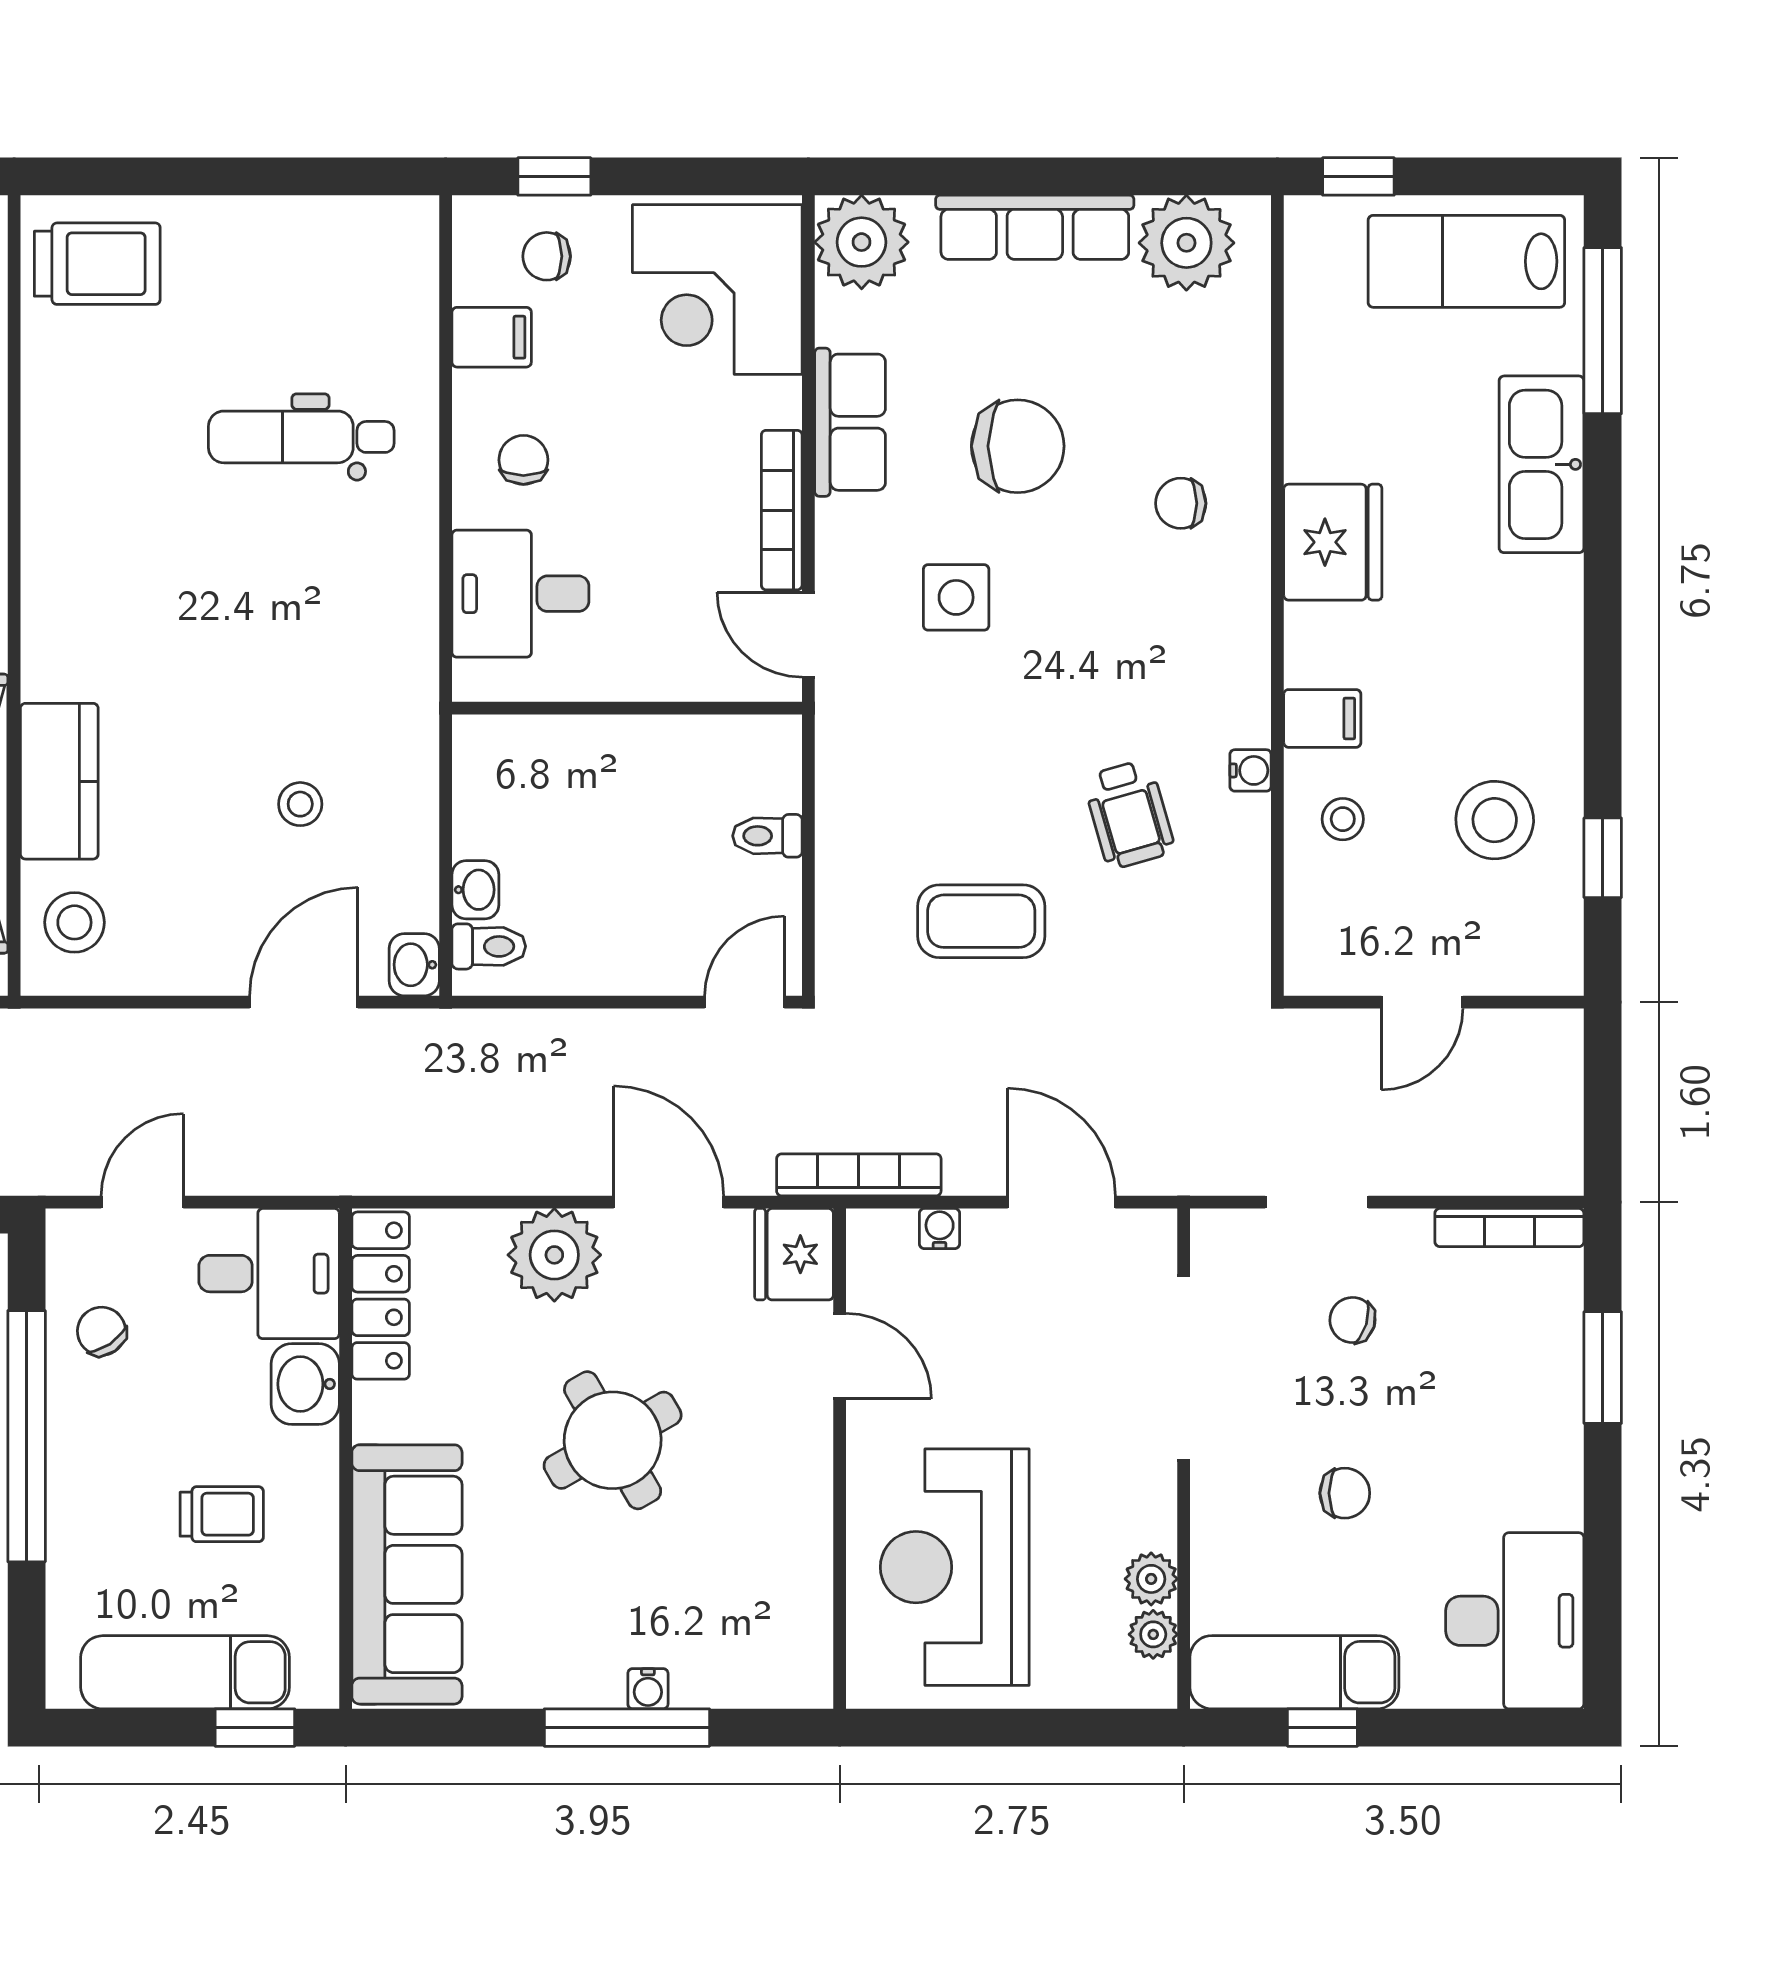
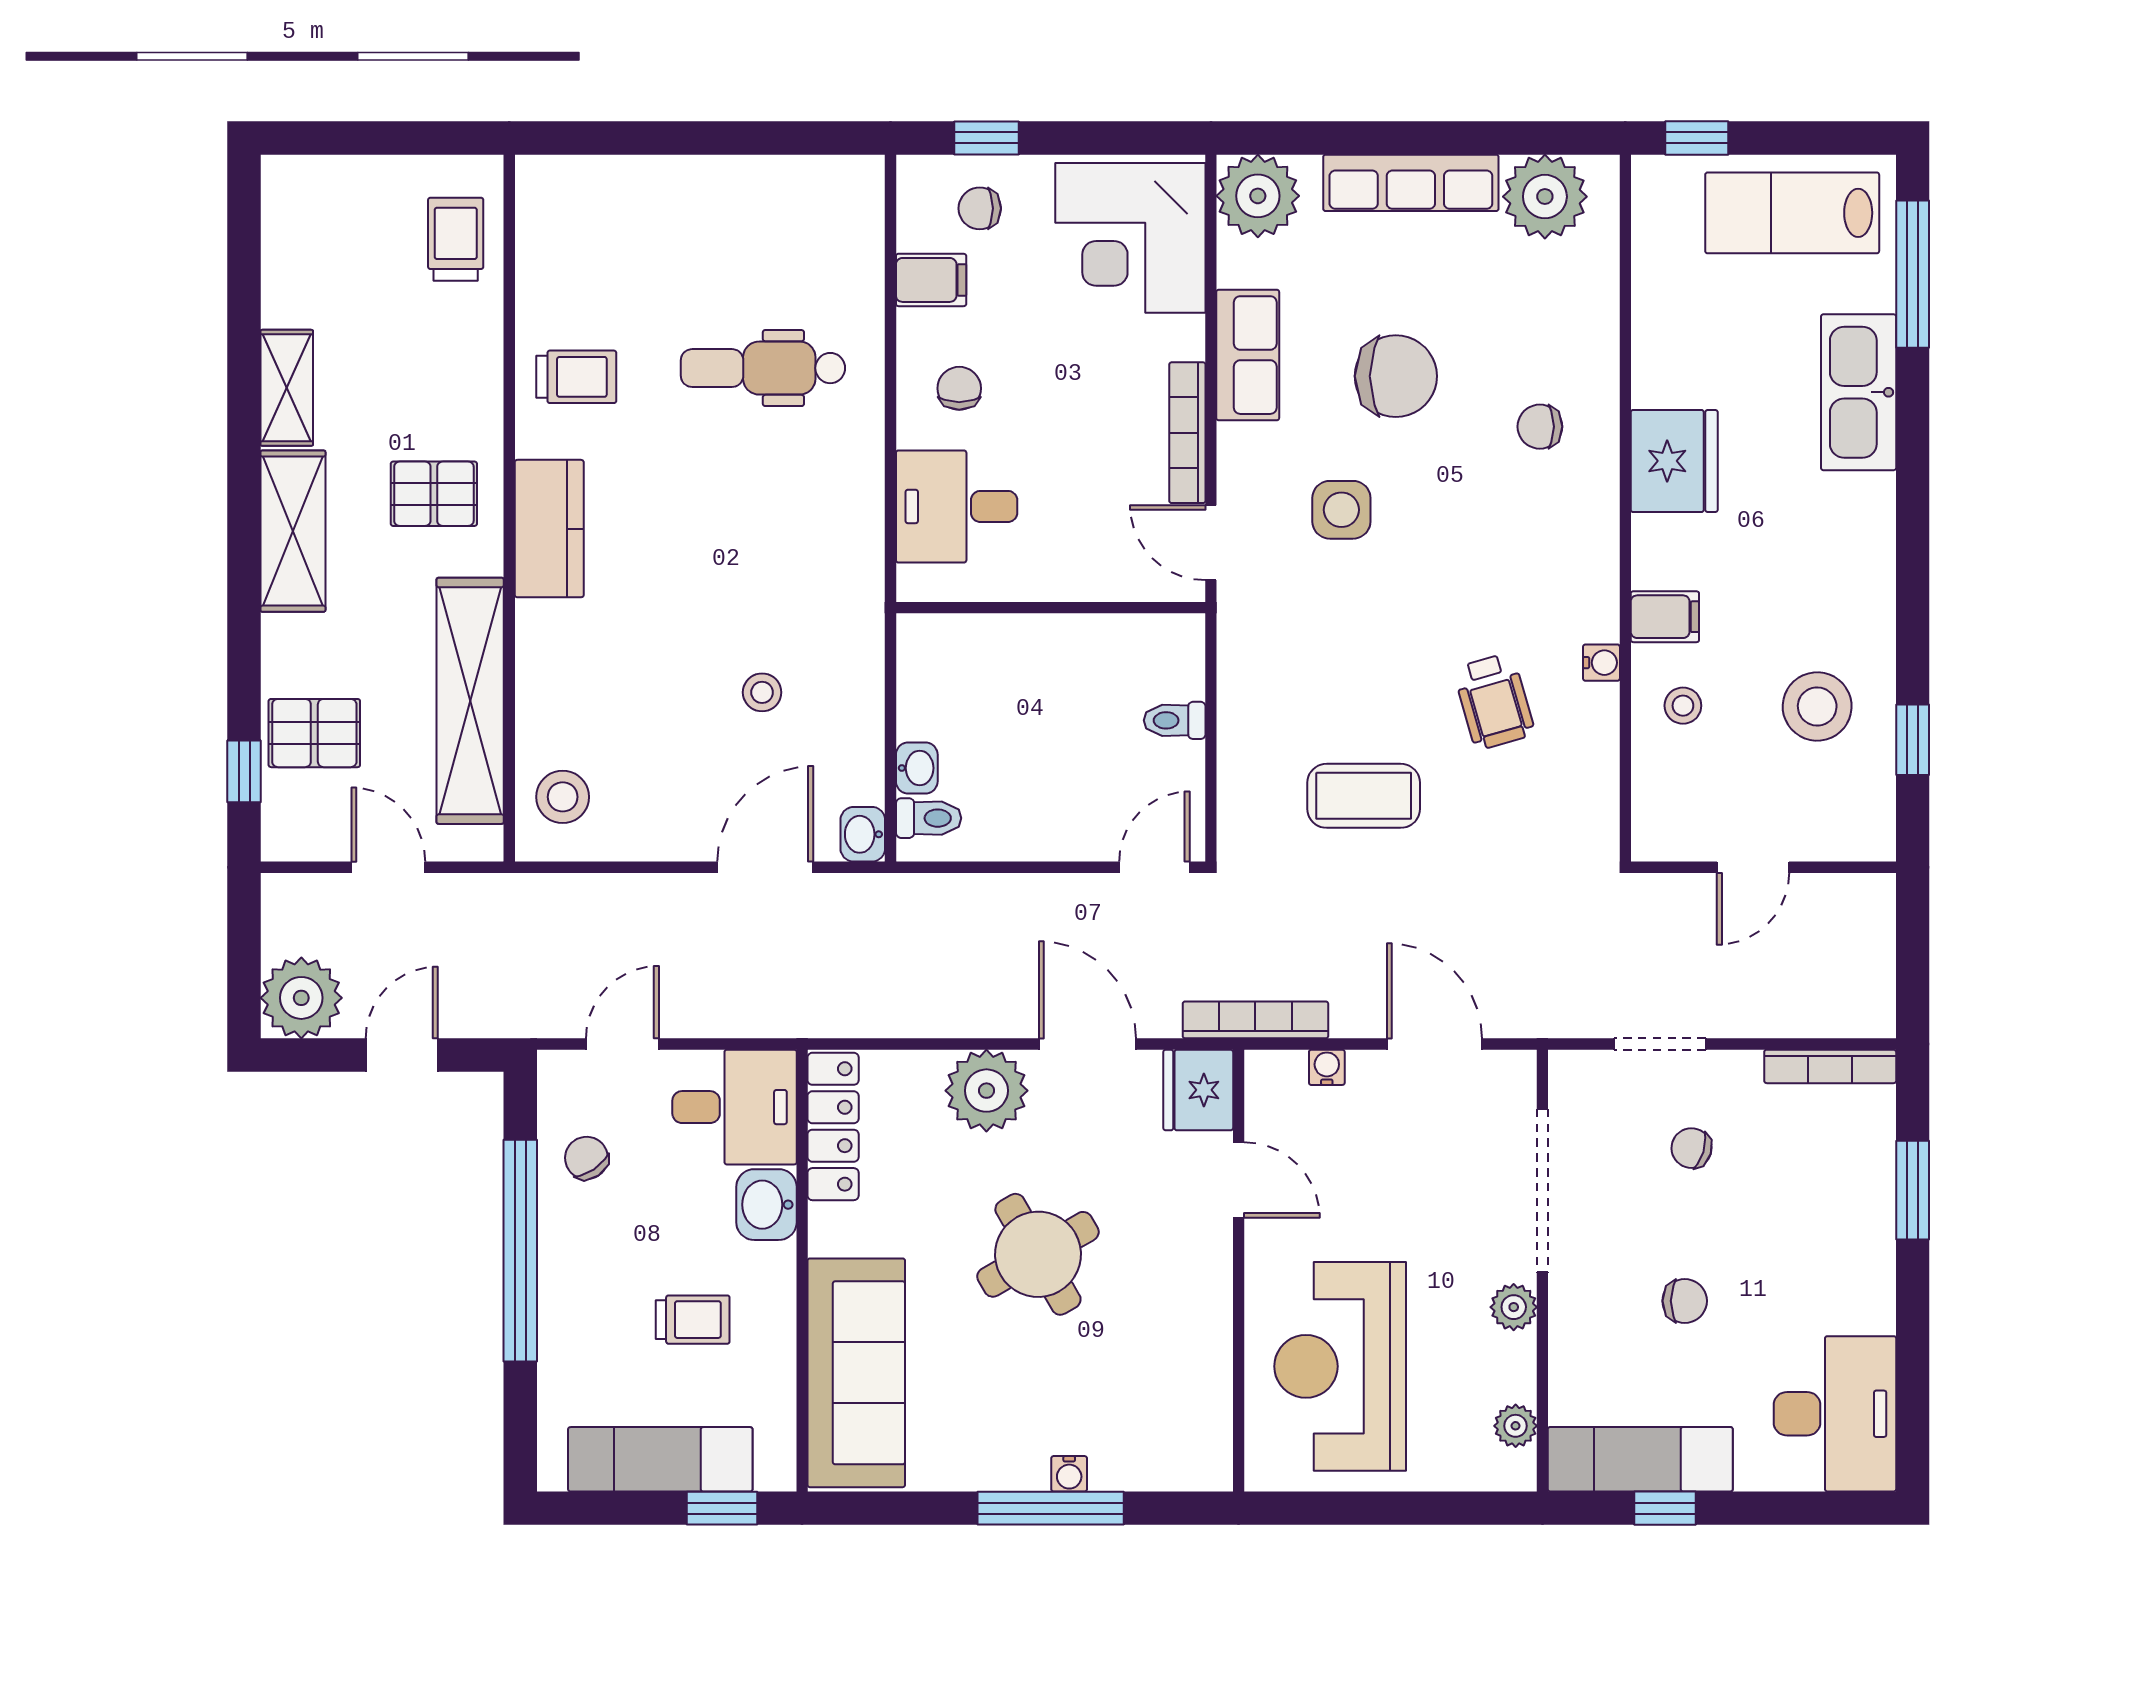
trolley: (97, 264) -> (576, 377), moved, width x0.73, depth x0.72
kitchen counter: (59, 781) -> (549, 529), moved
plant: (1151, 1579) -> (1514, 1307), moved

